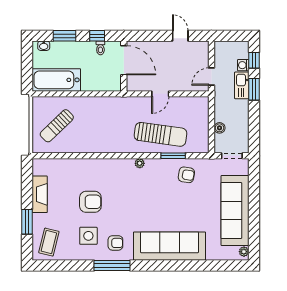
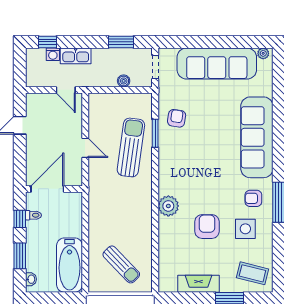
window: (254, 89) -> (121, 42), moved
plant: (140, 163) -> (168, 206), moved, width x1.88, depth x1.88
armchair: (115, 243) -> (253, 198), turned -90

